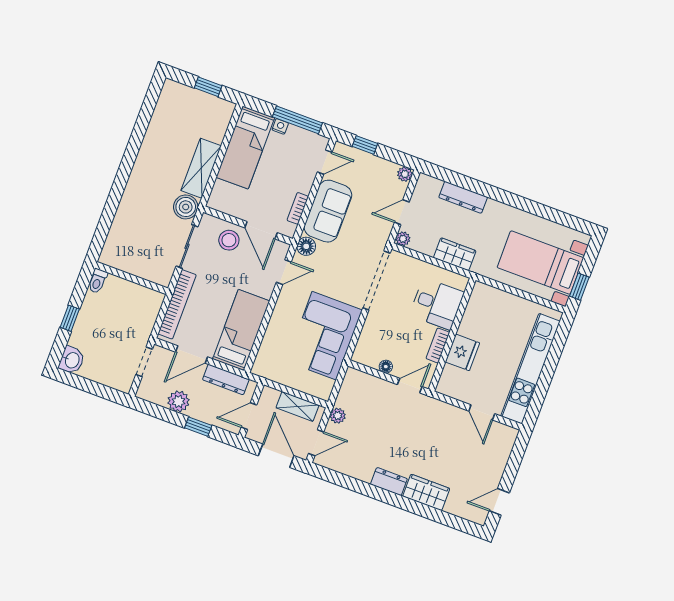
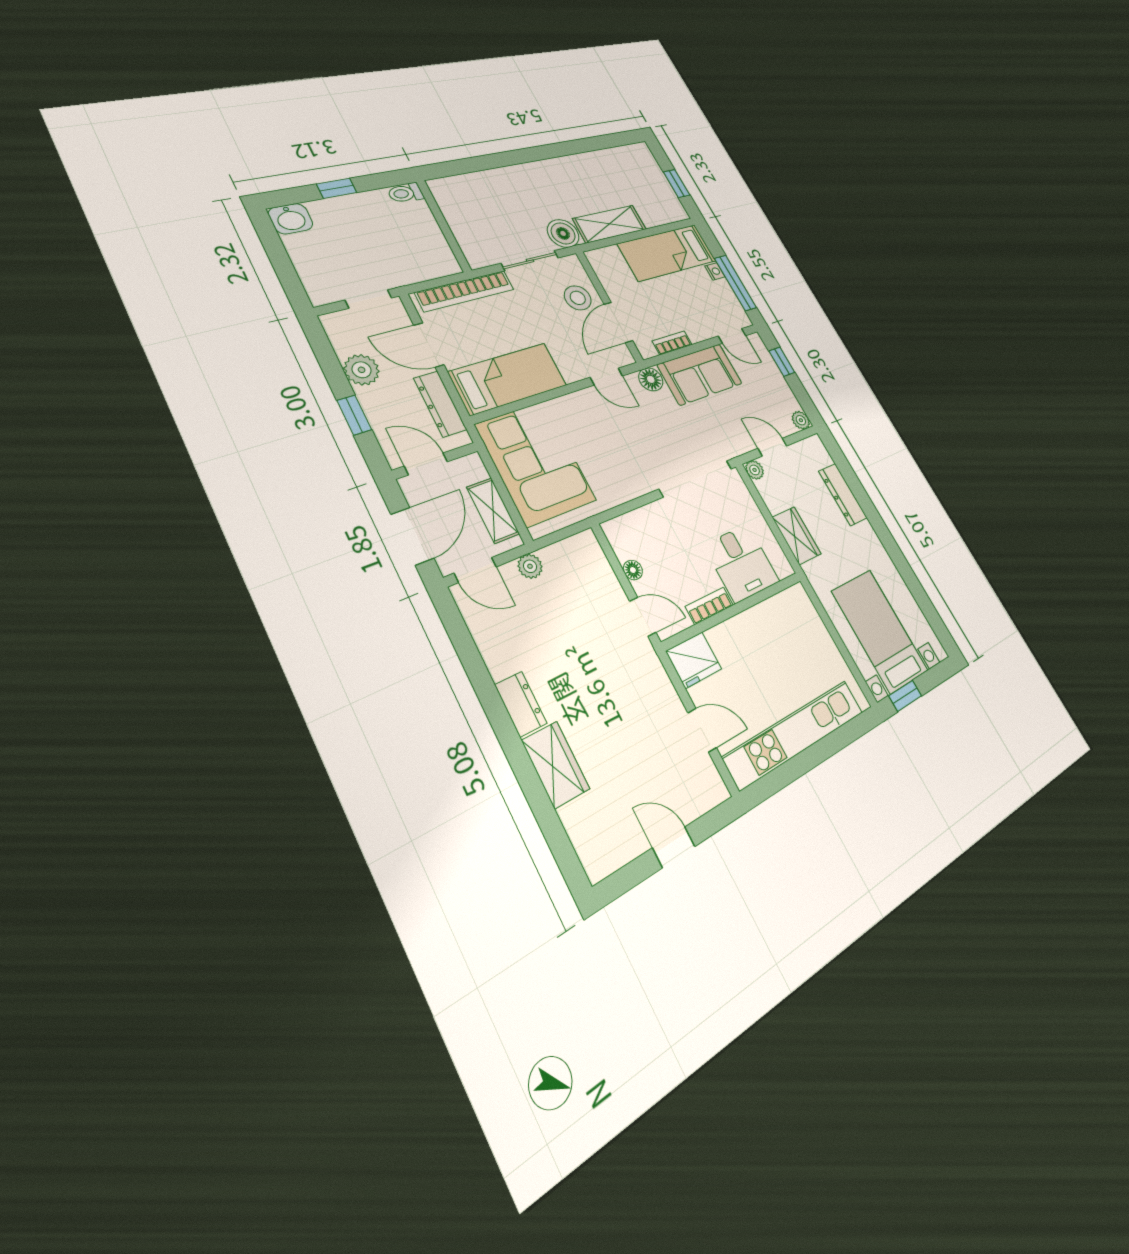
corner sofa: (324, 336) -> (536, 463), moved, turned 90
fridge: (462, 352) -> (694, 660), moved
door: (482, 412) -> (702, 730), swing flipped
door: (499, 502) -> (674, 847), moved

